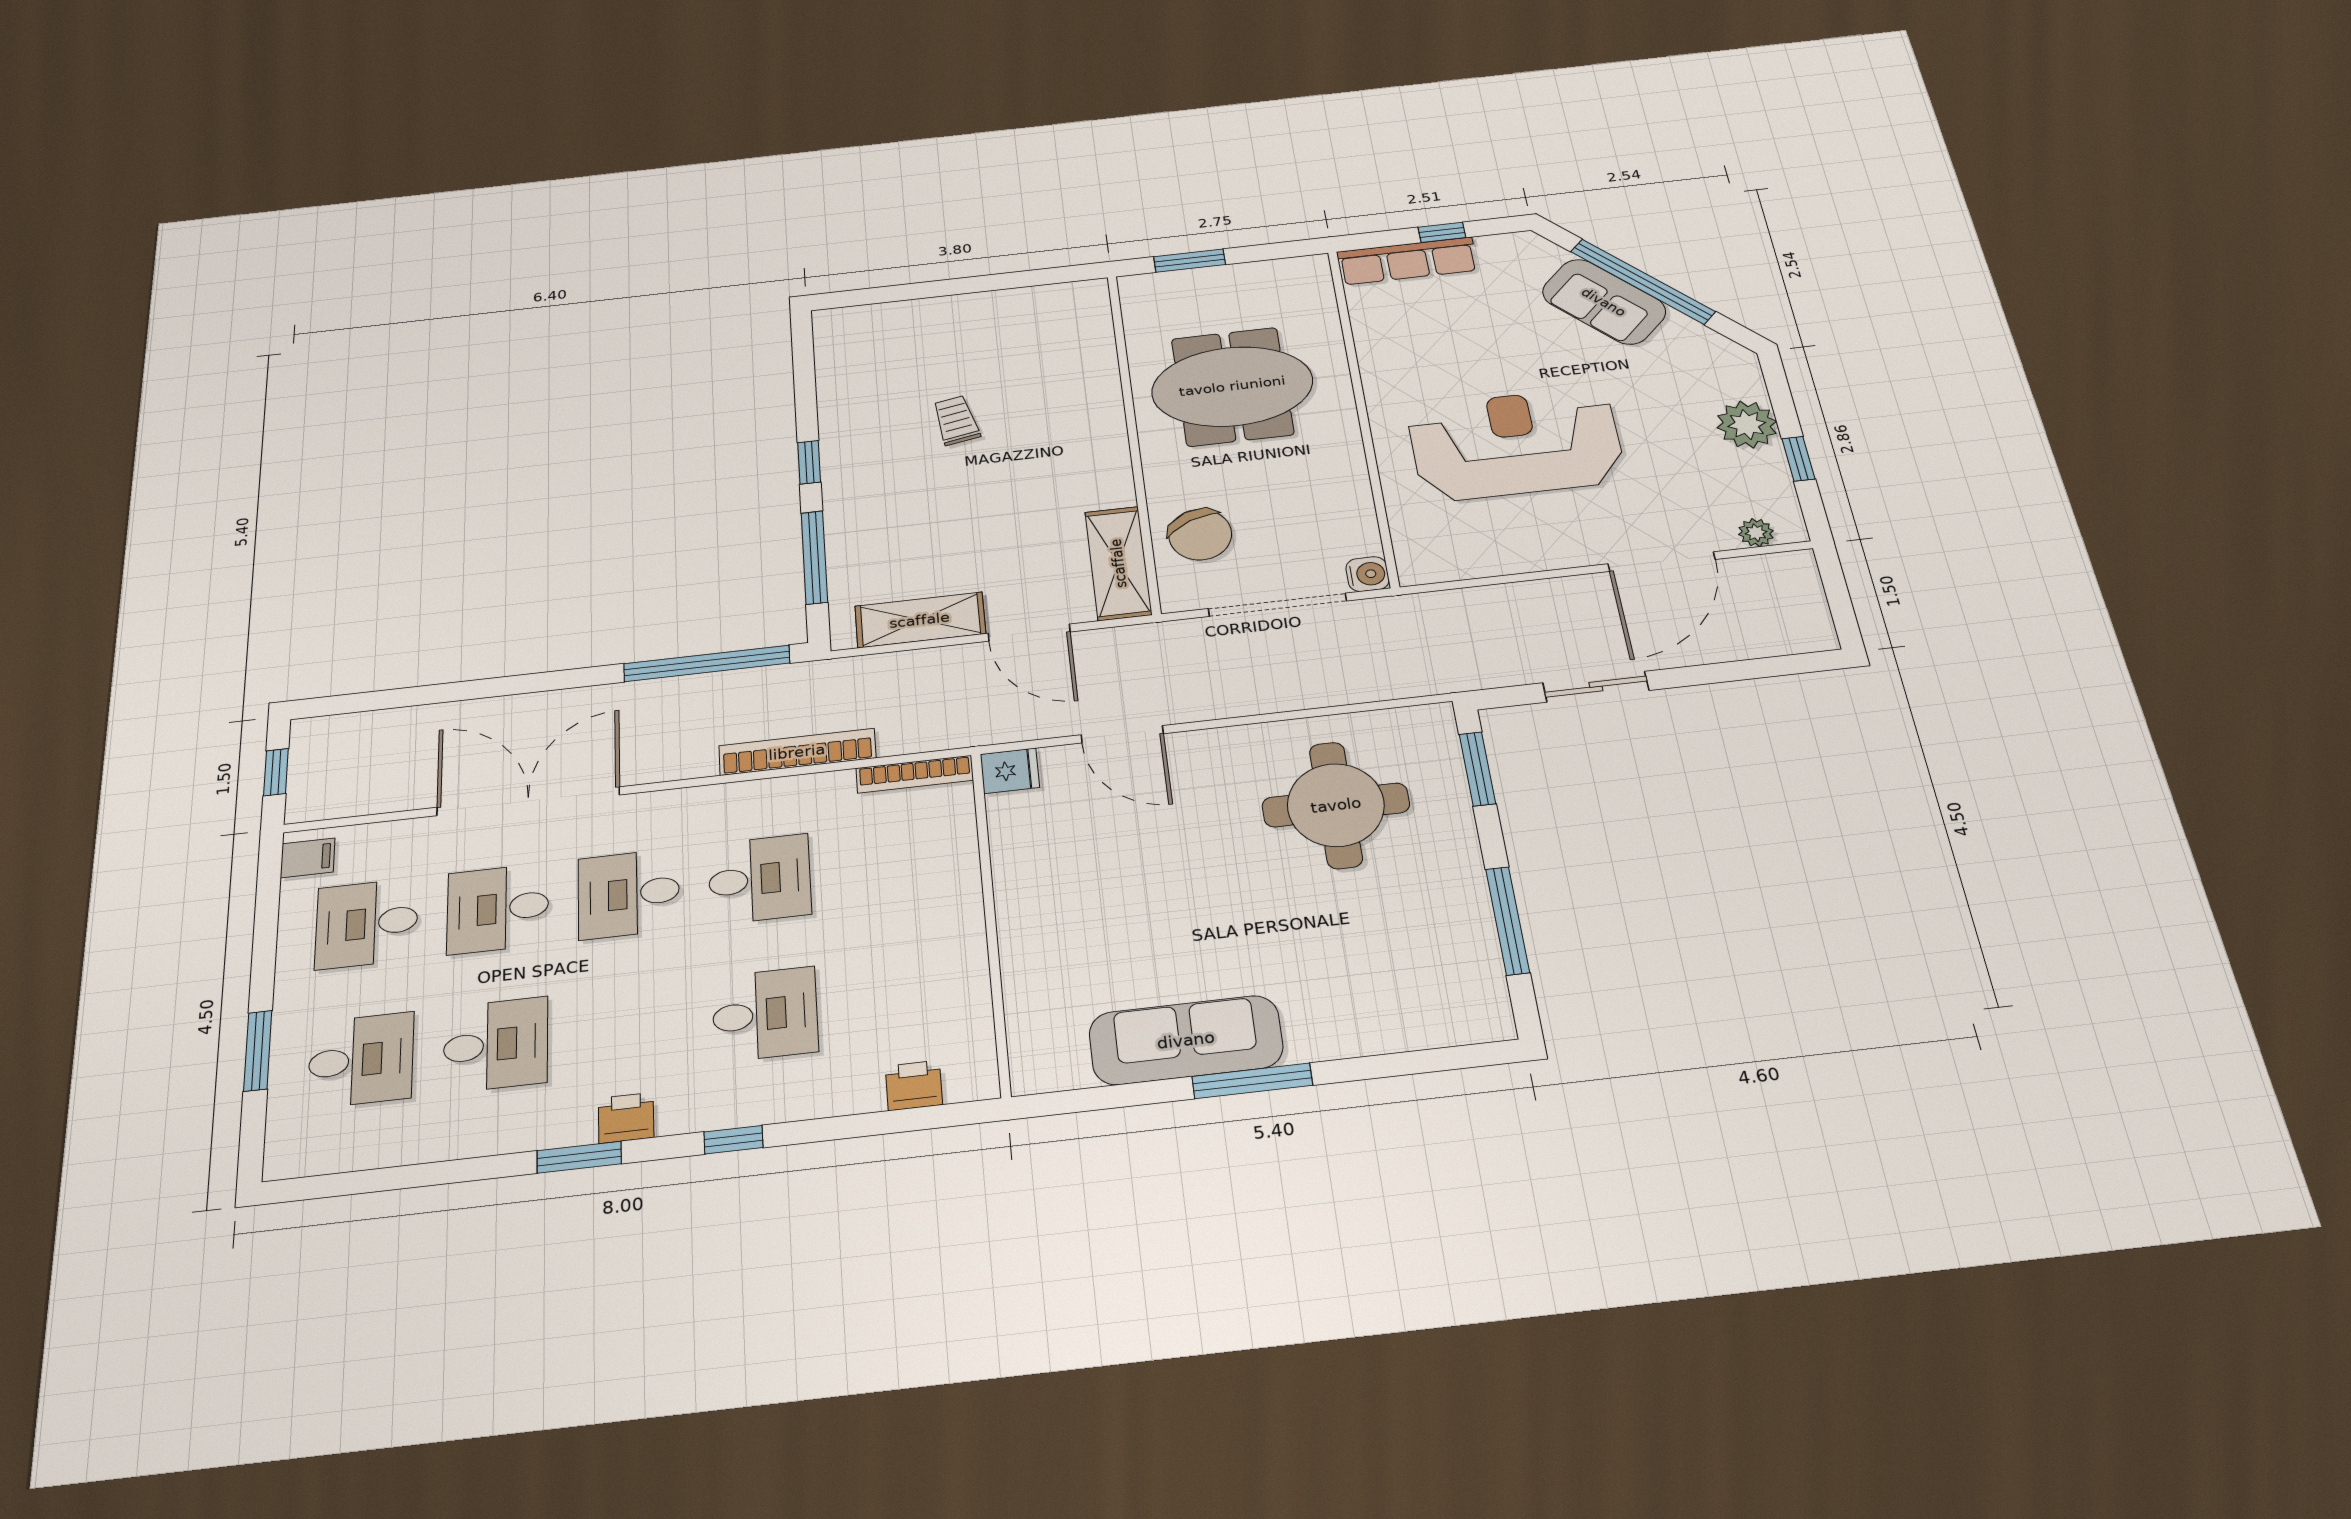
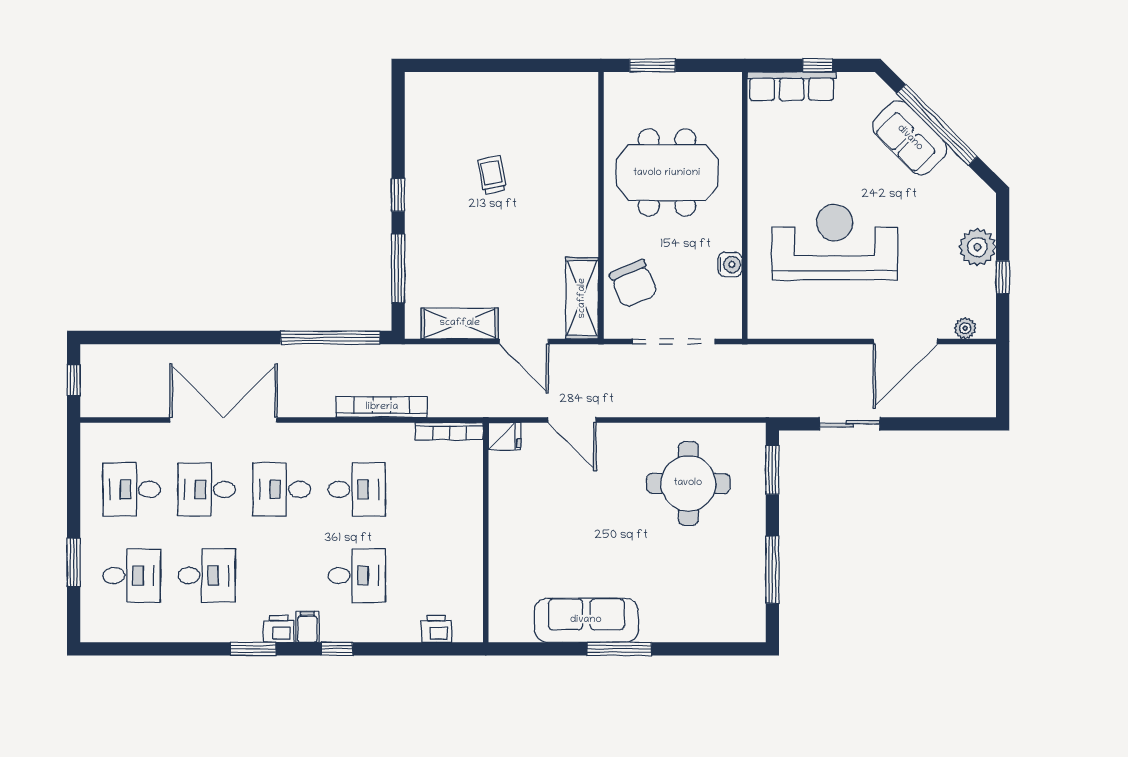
water cooler: (1368, 574) -> (730, 264), moved
filing cabinet: (308, 858) -> (307, 627), moved, turned -90

